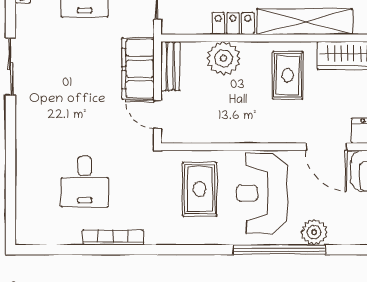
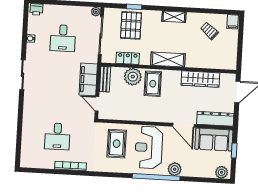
shelving: (305, 22) -> (168, 60), width x0.68
locker: (233, 23) -> (128, 58), moved
rug: (288, 75) -> (153, 84), moved

